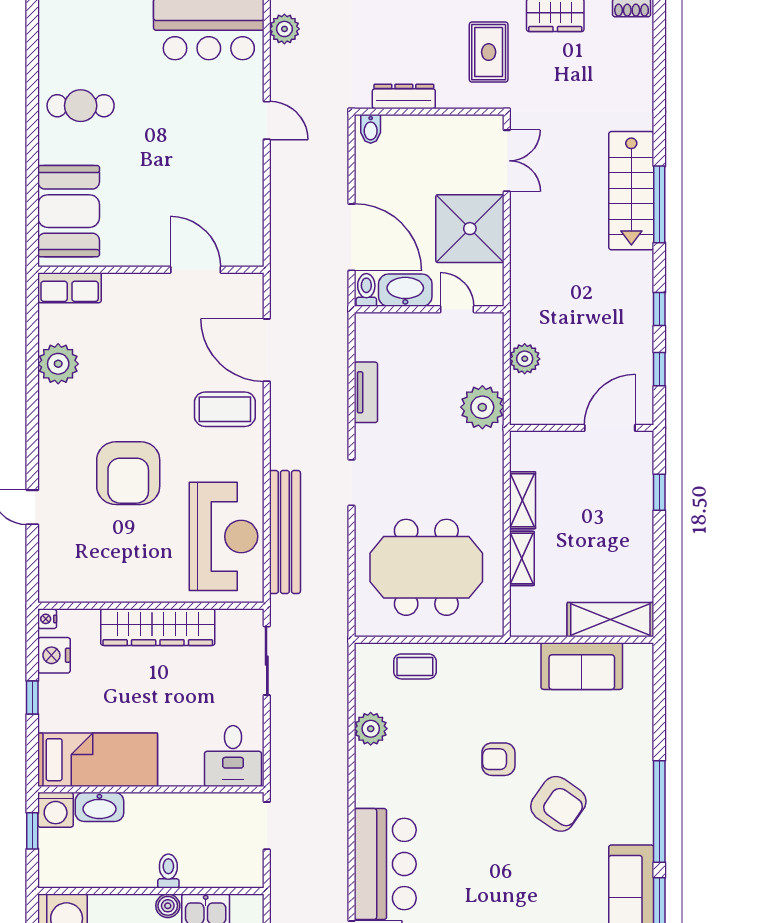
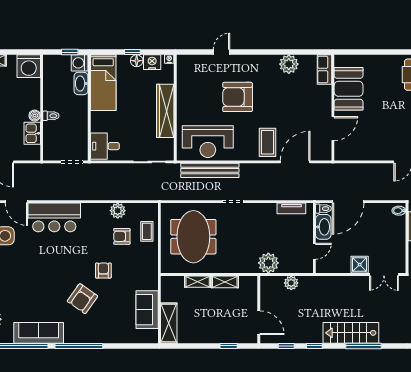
stairs: (631, 191) -> (351, 333), moved
booth: (69, 211) -> (349, 89), moved, turned 90
shower: (470, 229) -> (360, 265), width x0.54, depth x0.54
tv unit: (366, 392) -> (291, 208), moved
floor lamp: (51, 688) -> (137, 61), added
armchair: (426, 720) -> (122, 236), added

